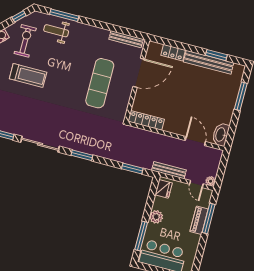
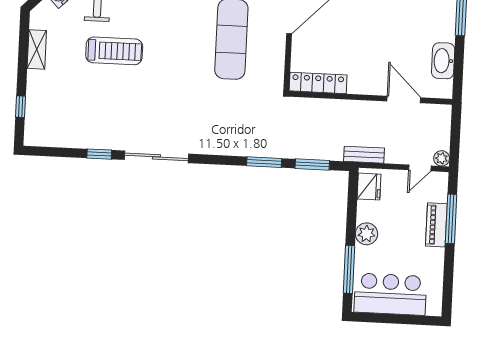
washbasin: (221, 135) -> (443, 61), moved
window: (82, 155) -> (264, 162), moved
bench: (169, 170) -> (364, 155), width x0.73
door: (196, 184) -> (420, 168), hinge flipped

